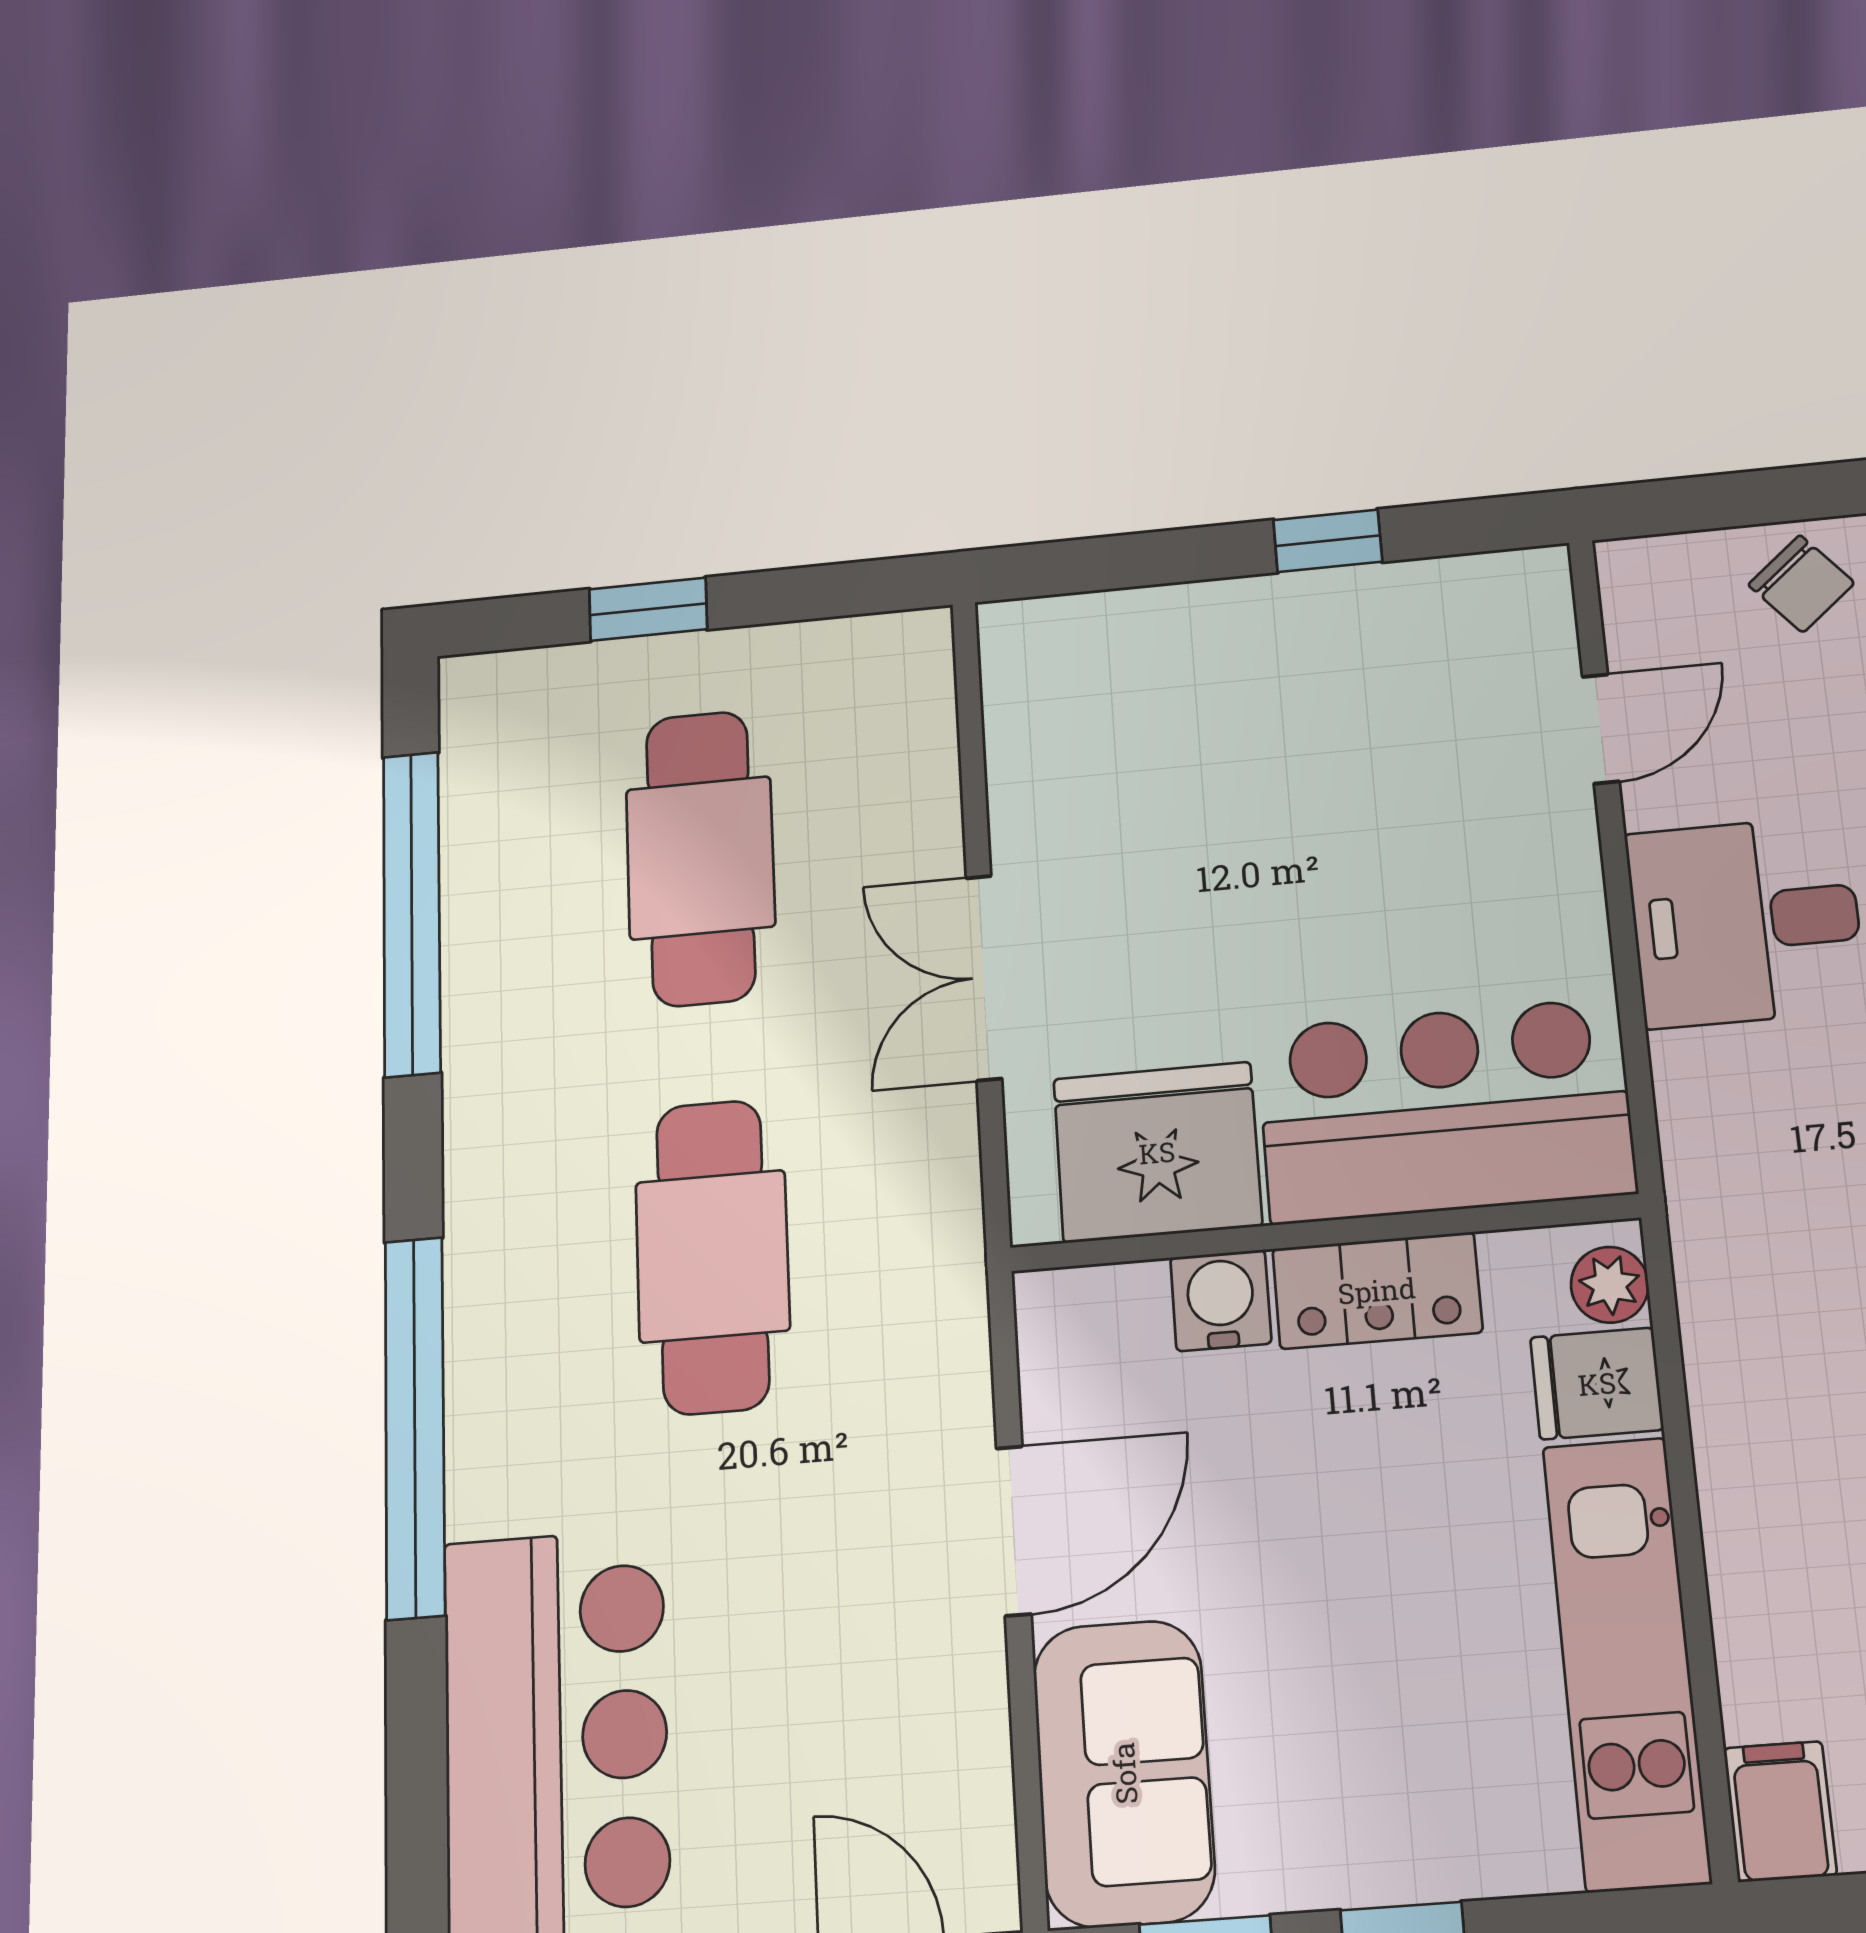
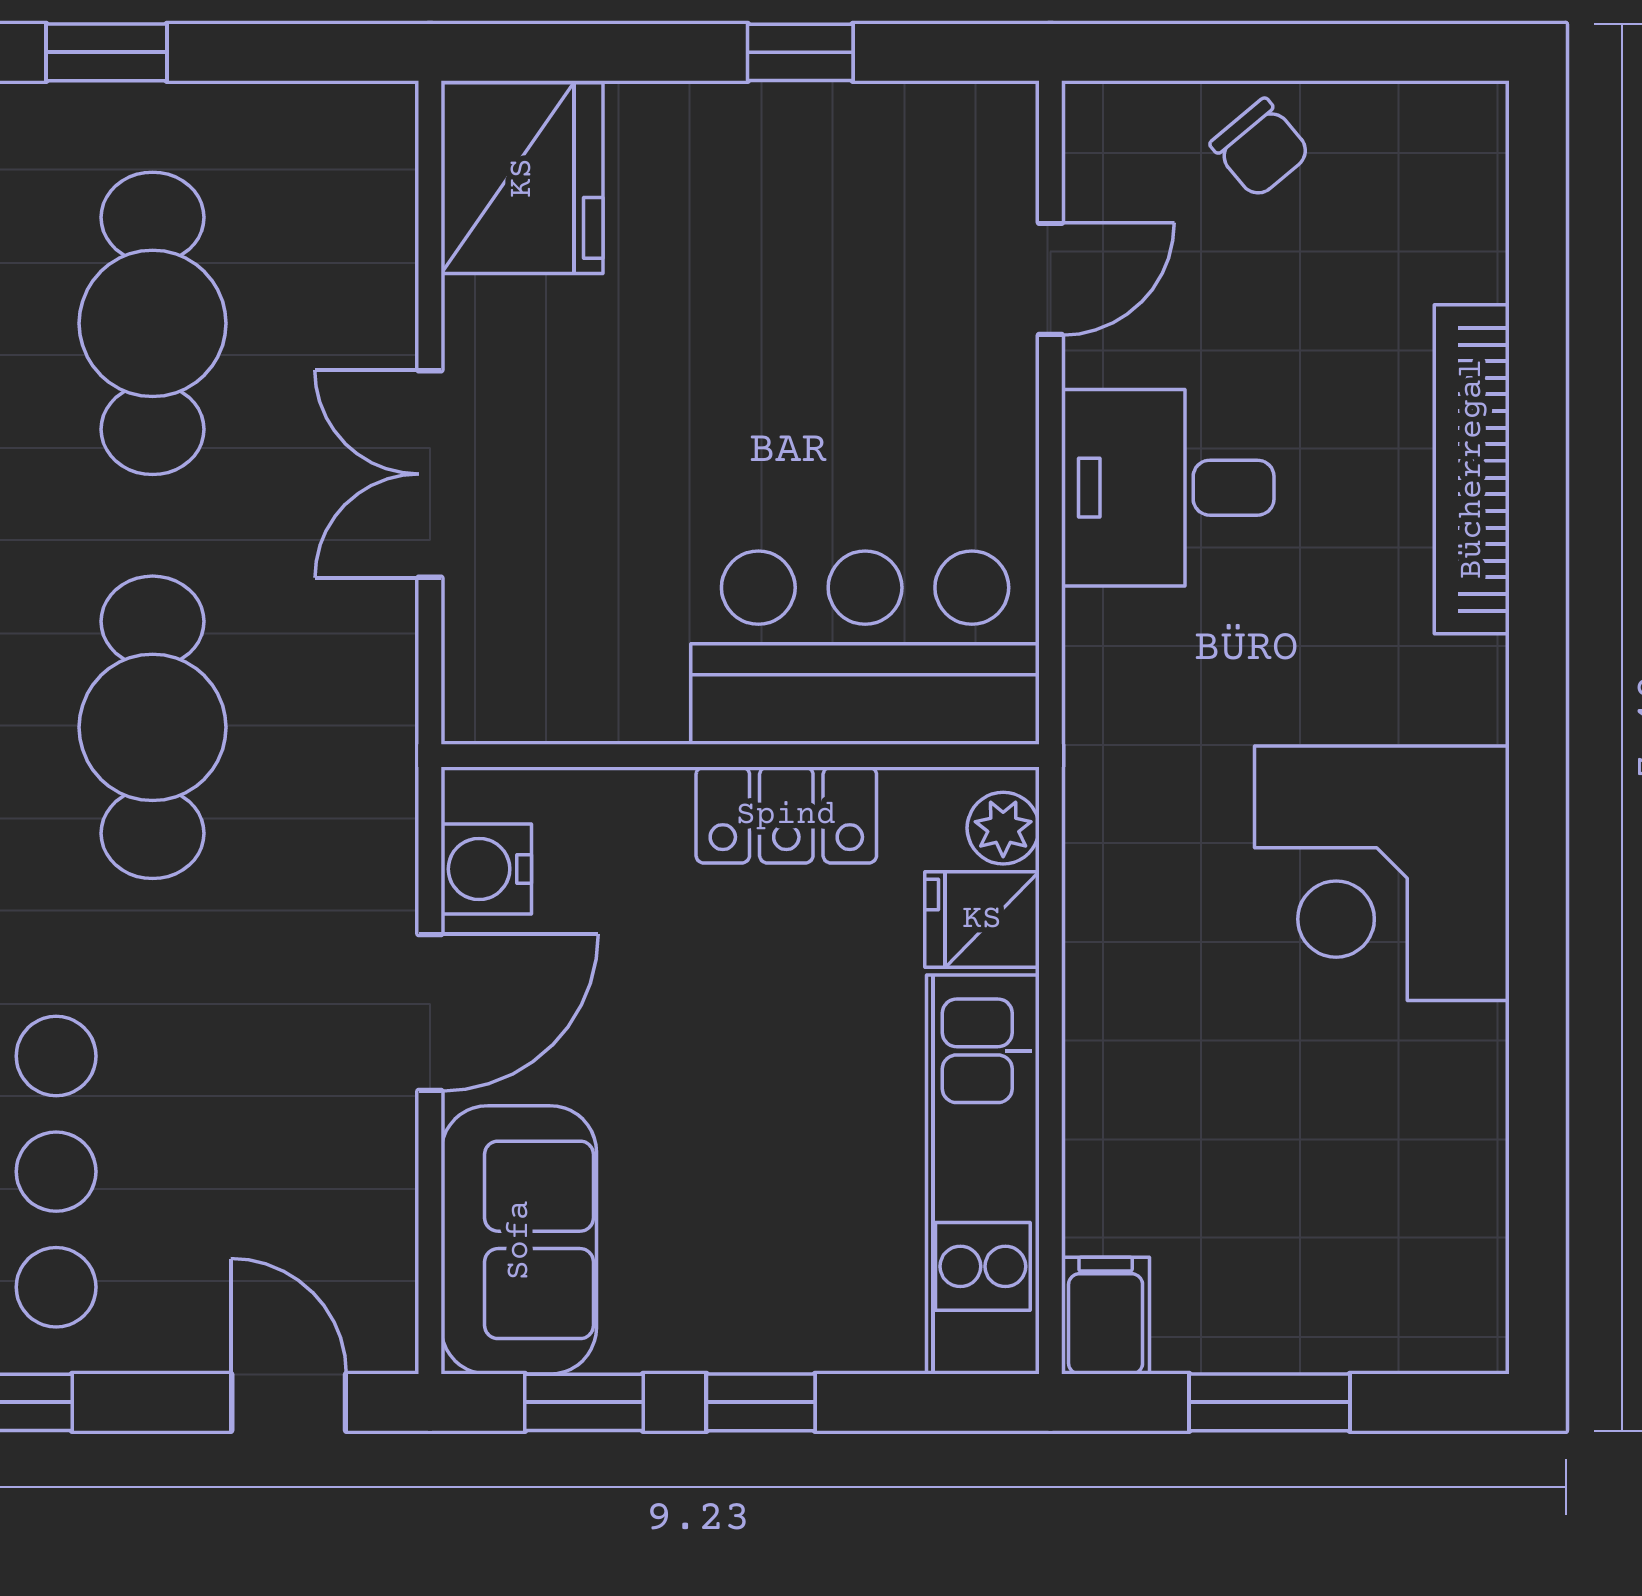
fridge: (1157, 1152) -> (522, 178), moved, turned 90
water cooler: (1221, 1300) -> (486, 869), moved, turned -90

